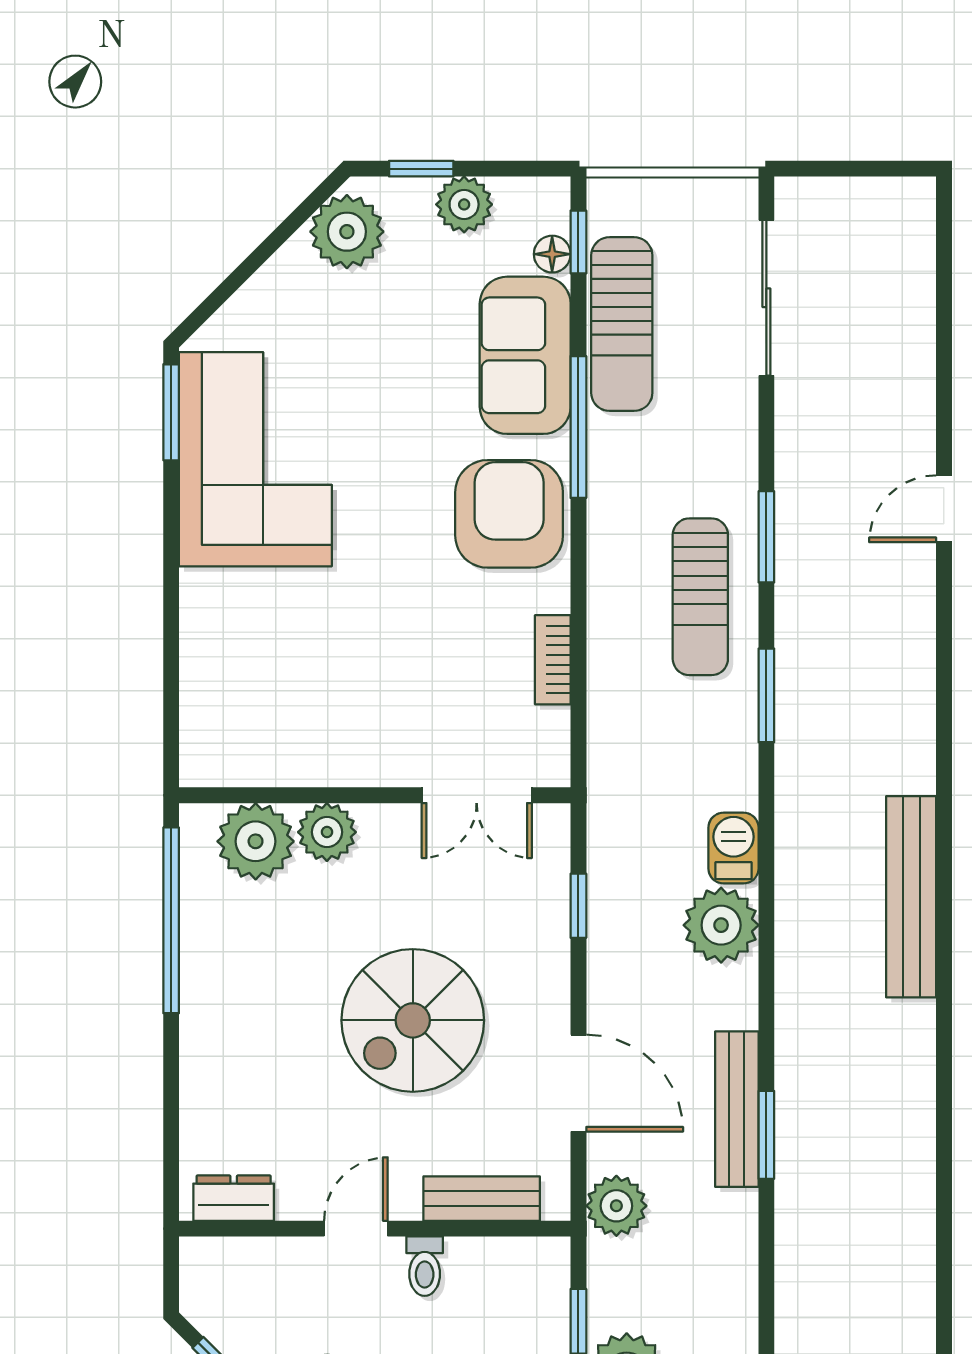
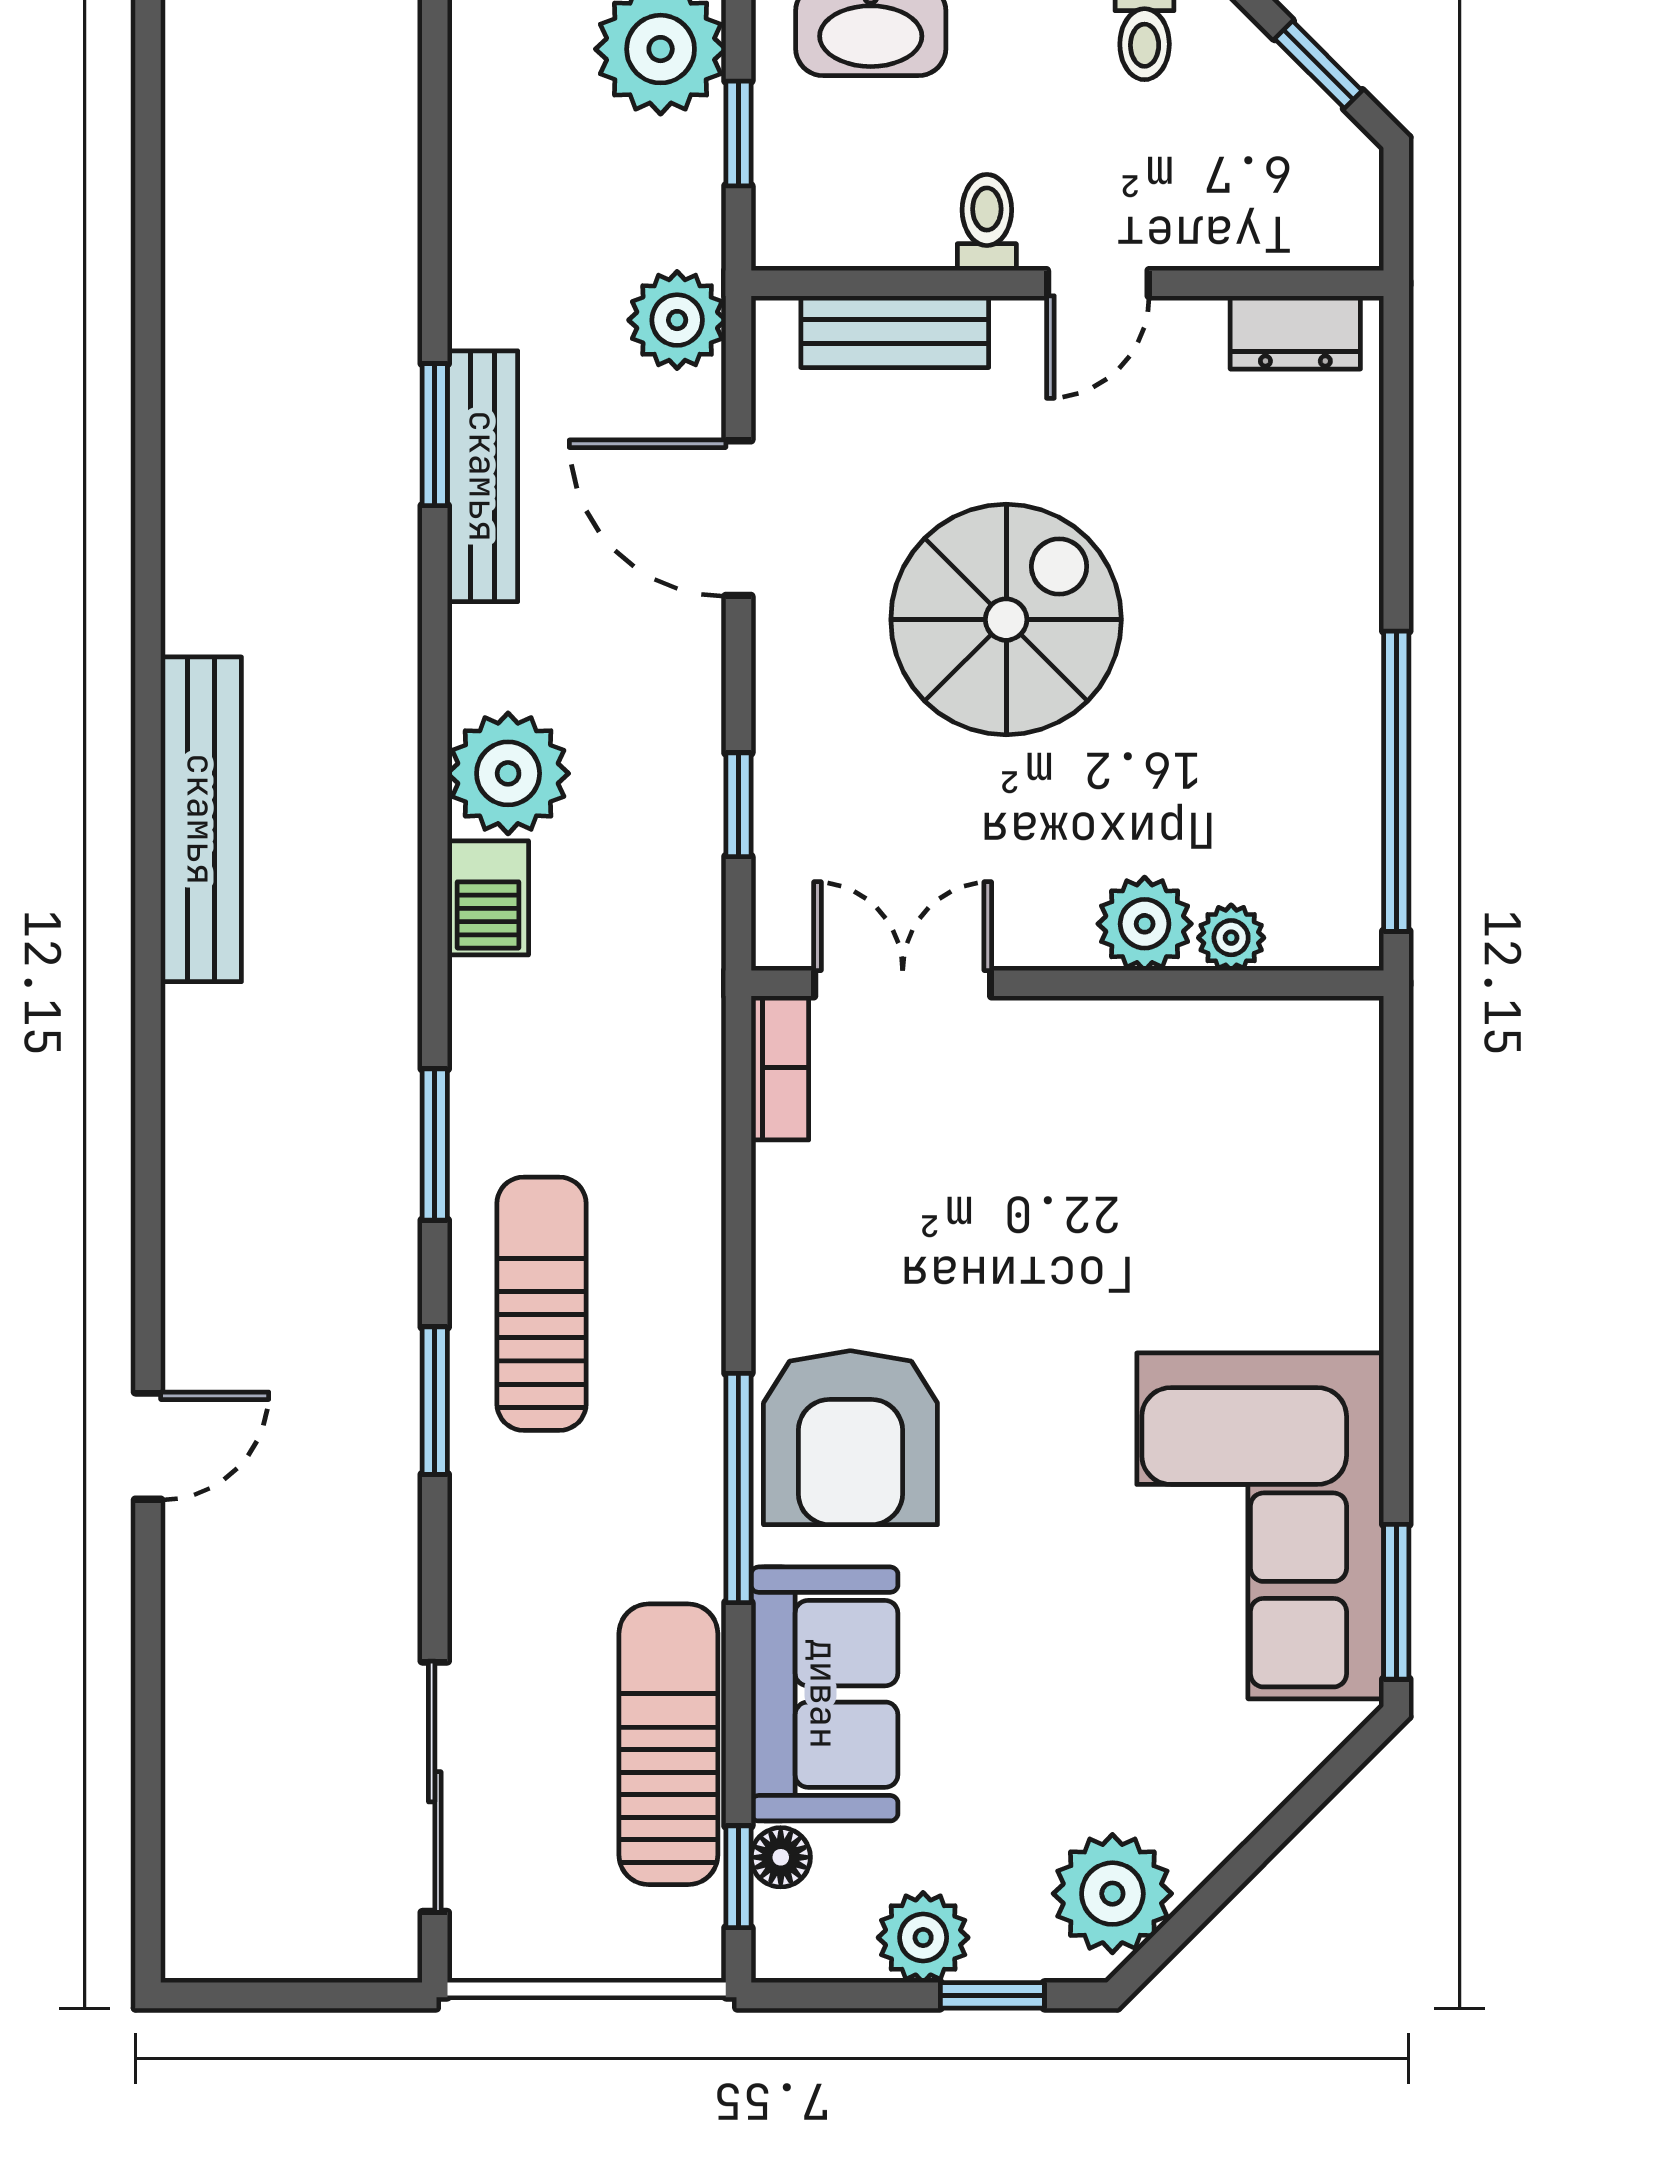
window: (578, 427) -> (738, 1488), moved
bookcase: (553, 660) -> (780, 1068), moved
plant: (256, 841) -> (1231, 938), width x0.53, depth x0.53

